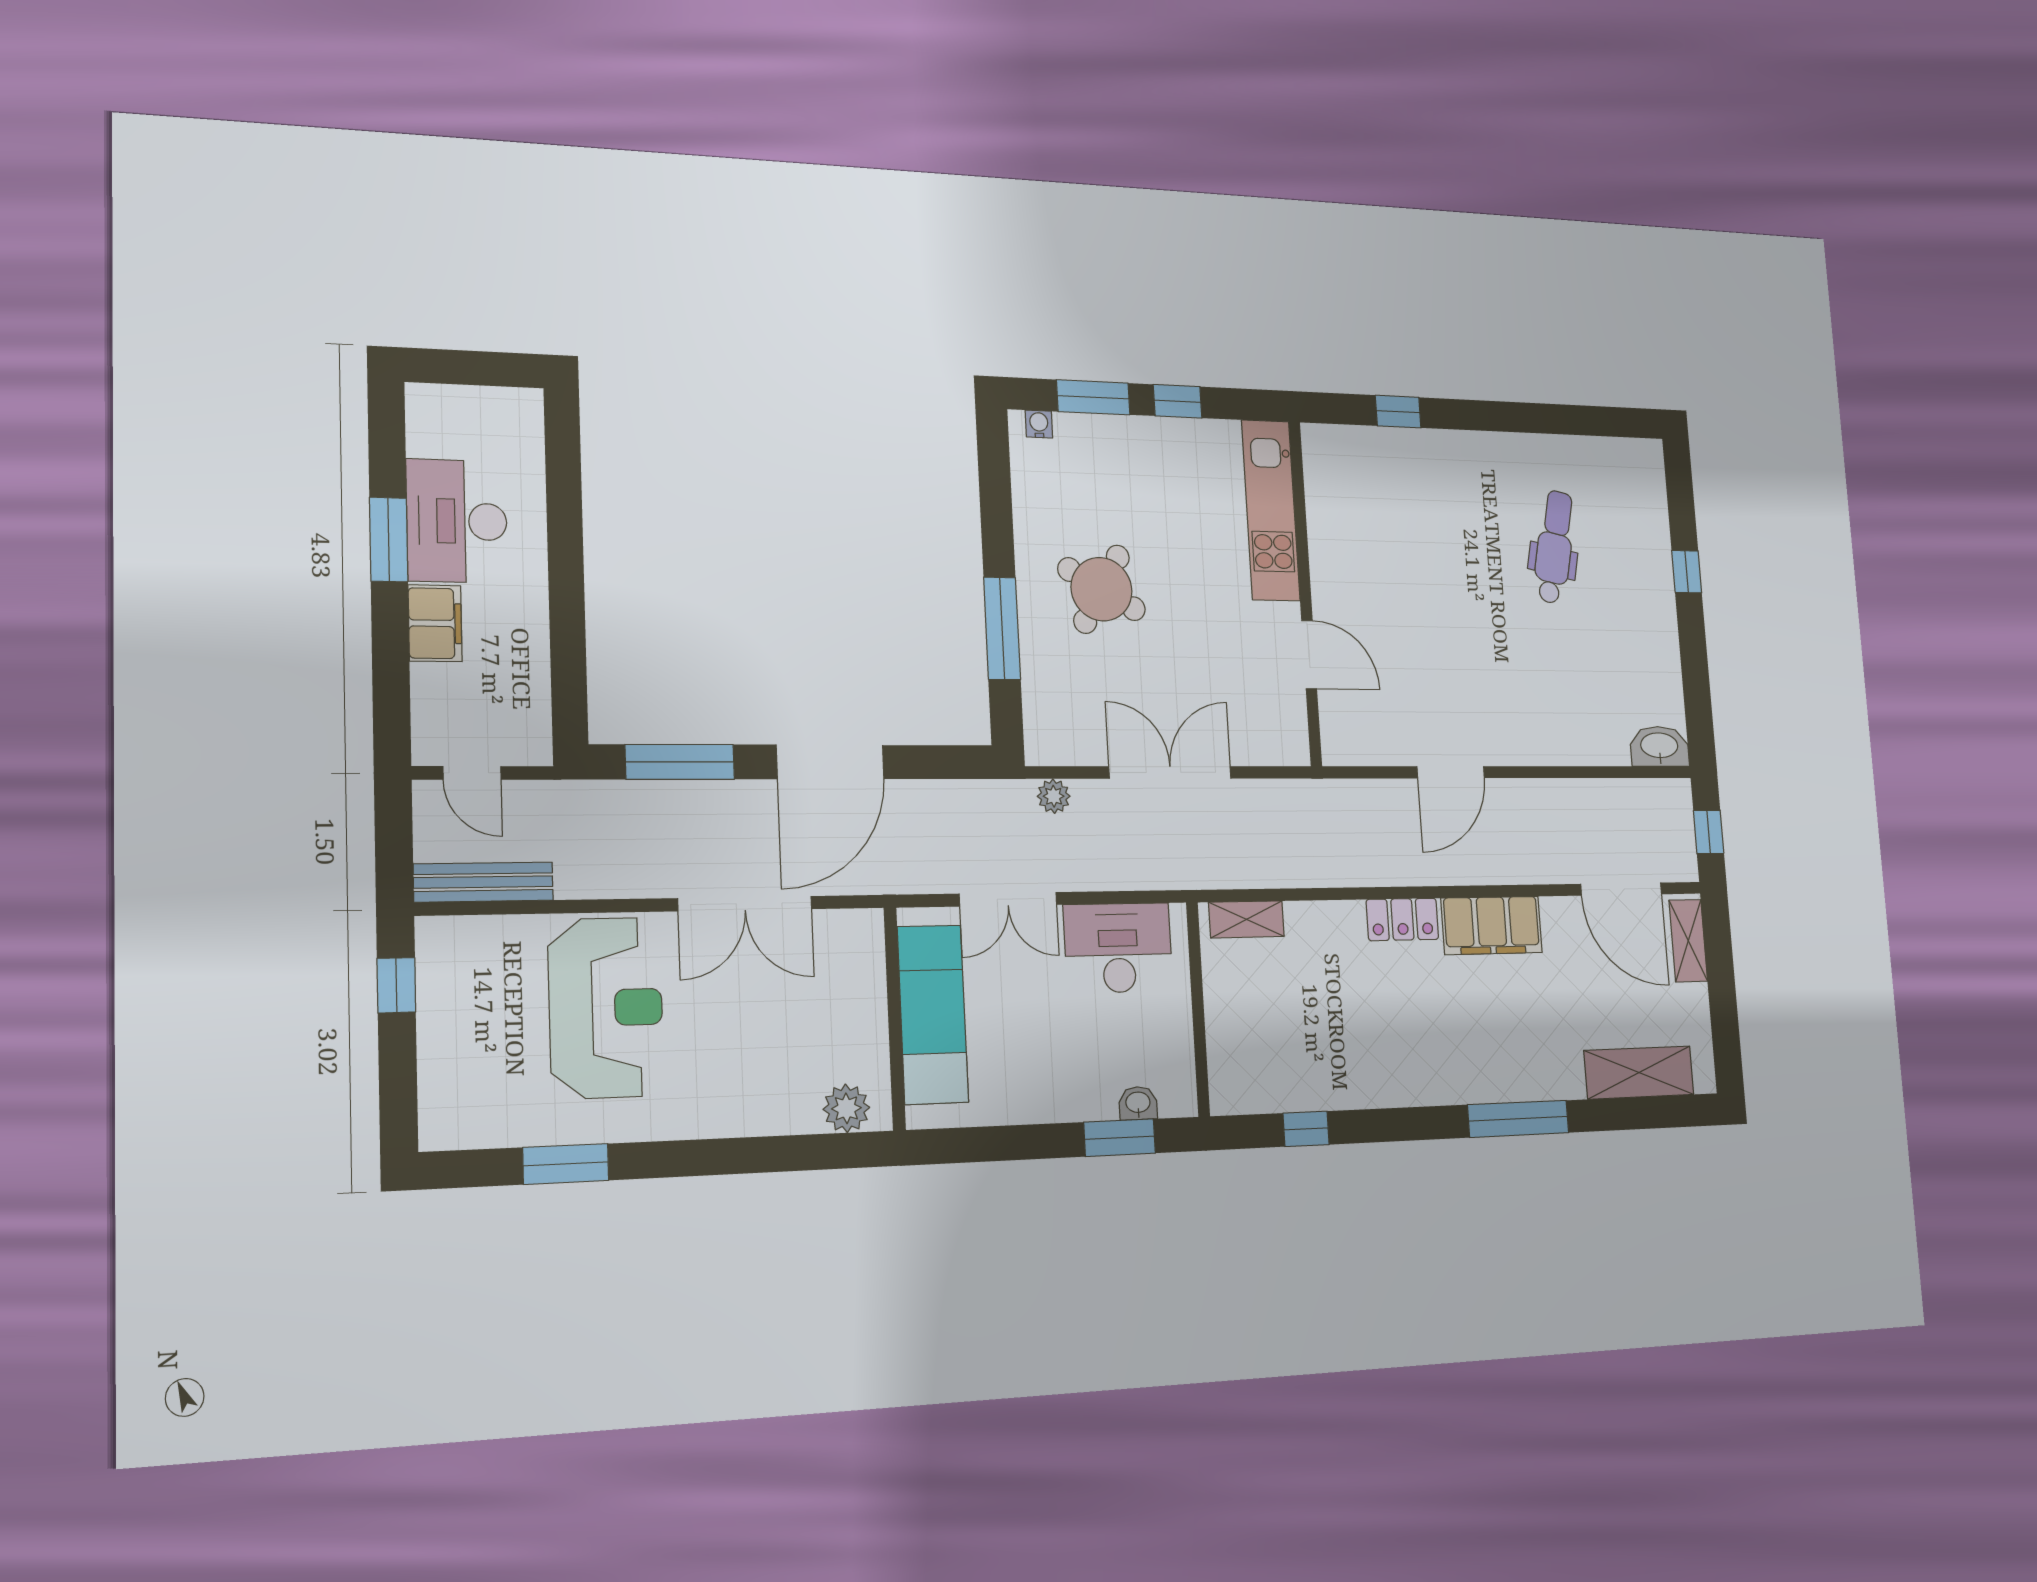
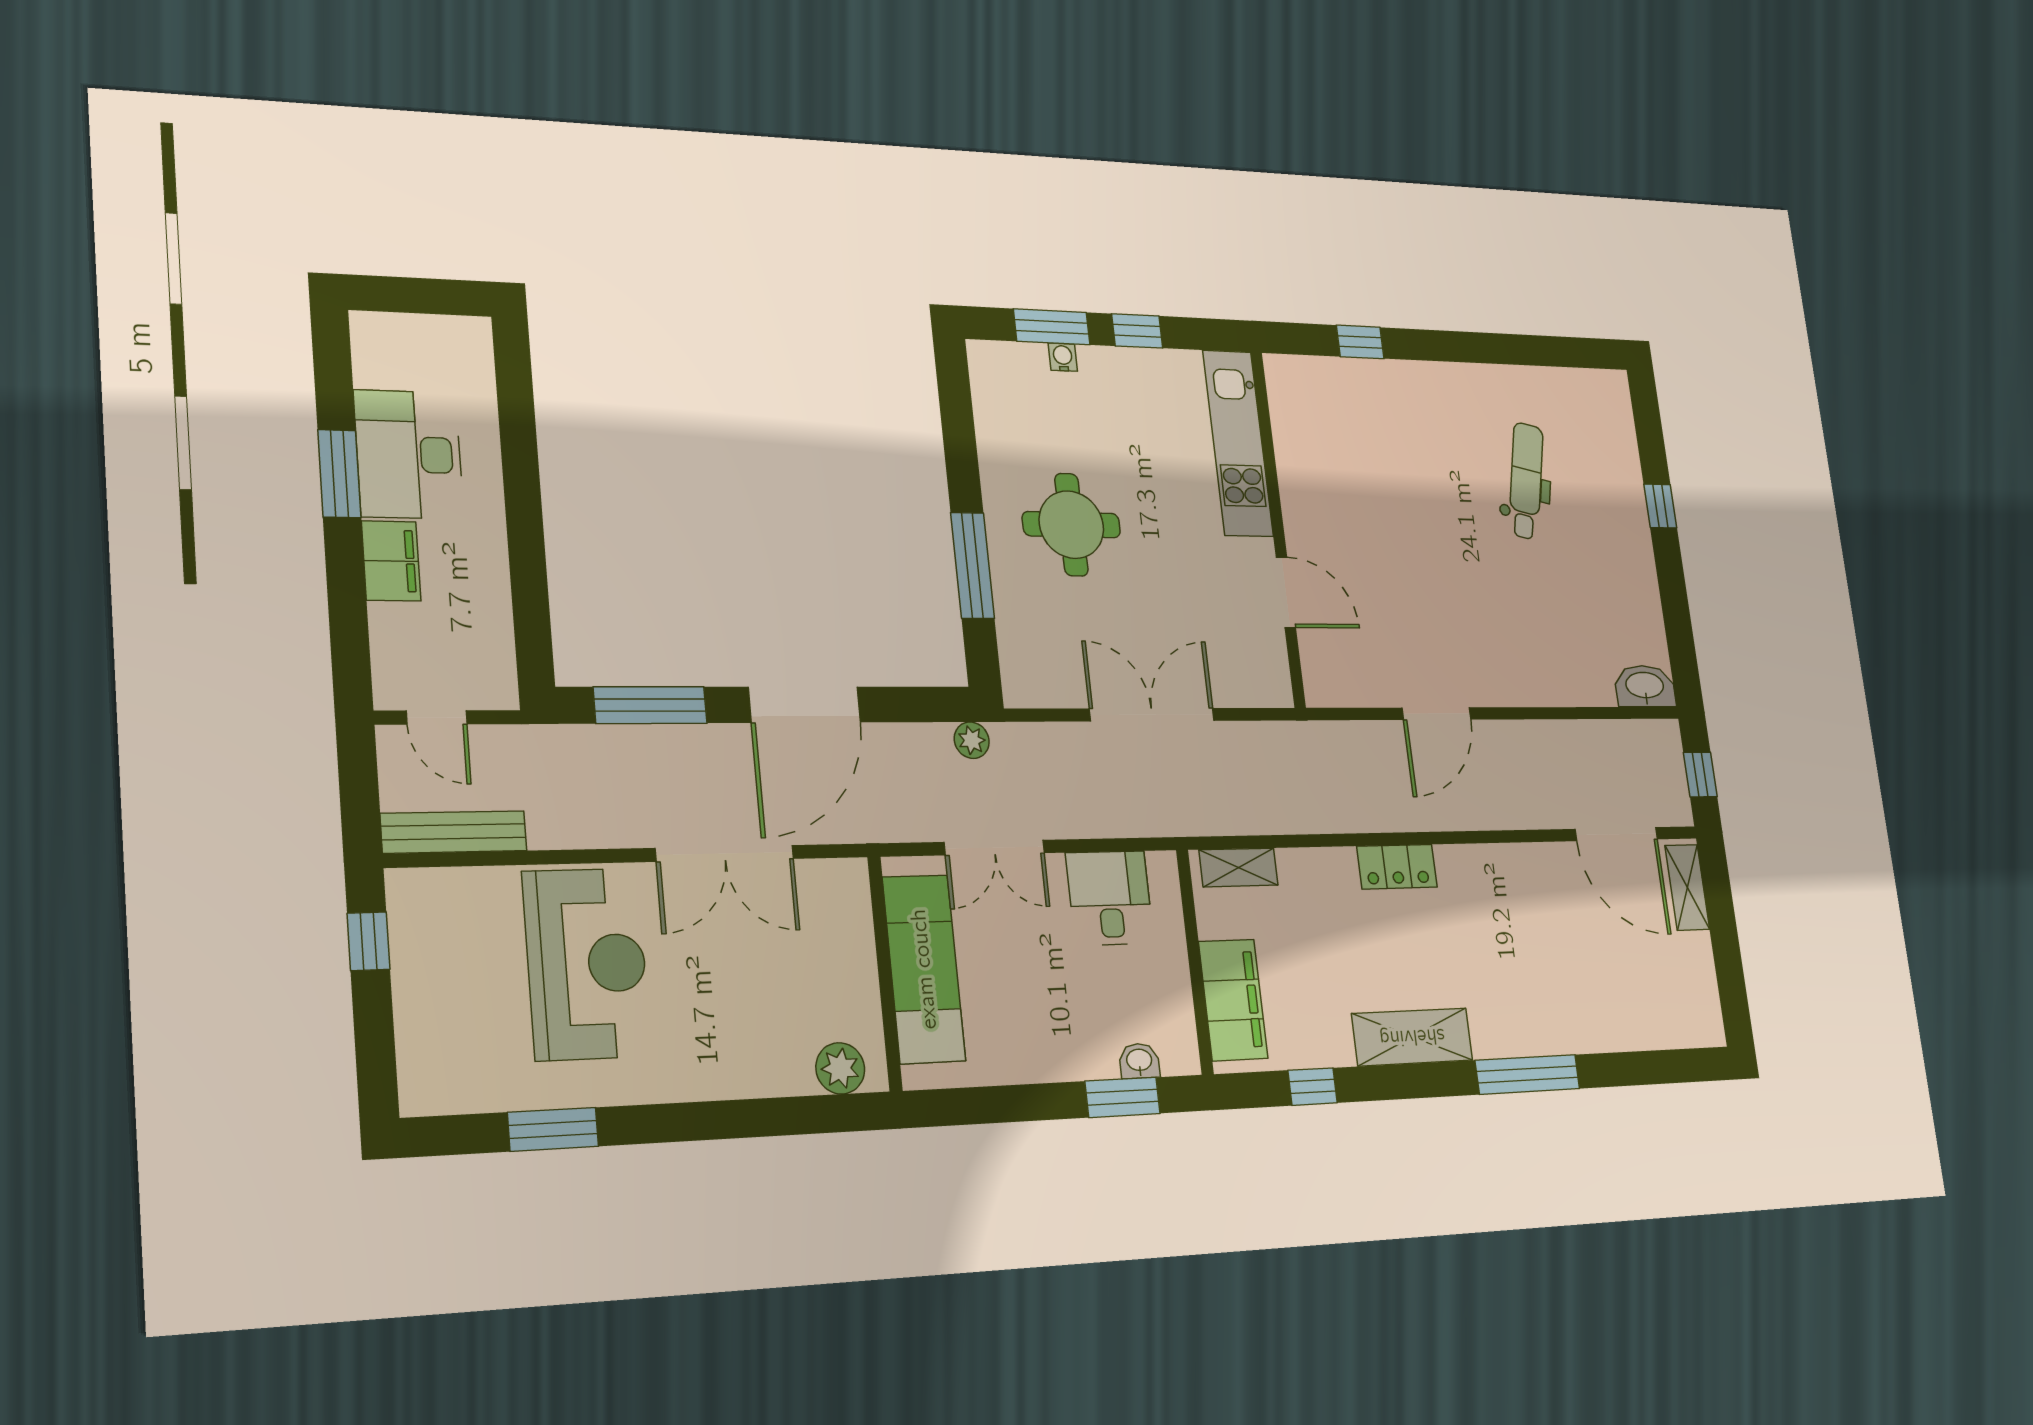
water cooler: (1039, 424) -> (1063, 357), moved
round table: (1102, 589) -> (1071, 525), turned -30
plant: (1054, 796) -> (972, 740), moved
filing cabinet: (1492, 925) -> (1233, 1000), moved, turned -90
desk: (1118, 948) -> (1110, 898), width x0.73
shelving: (1639, 1073) -> (1412, 1037), moved

